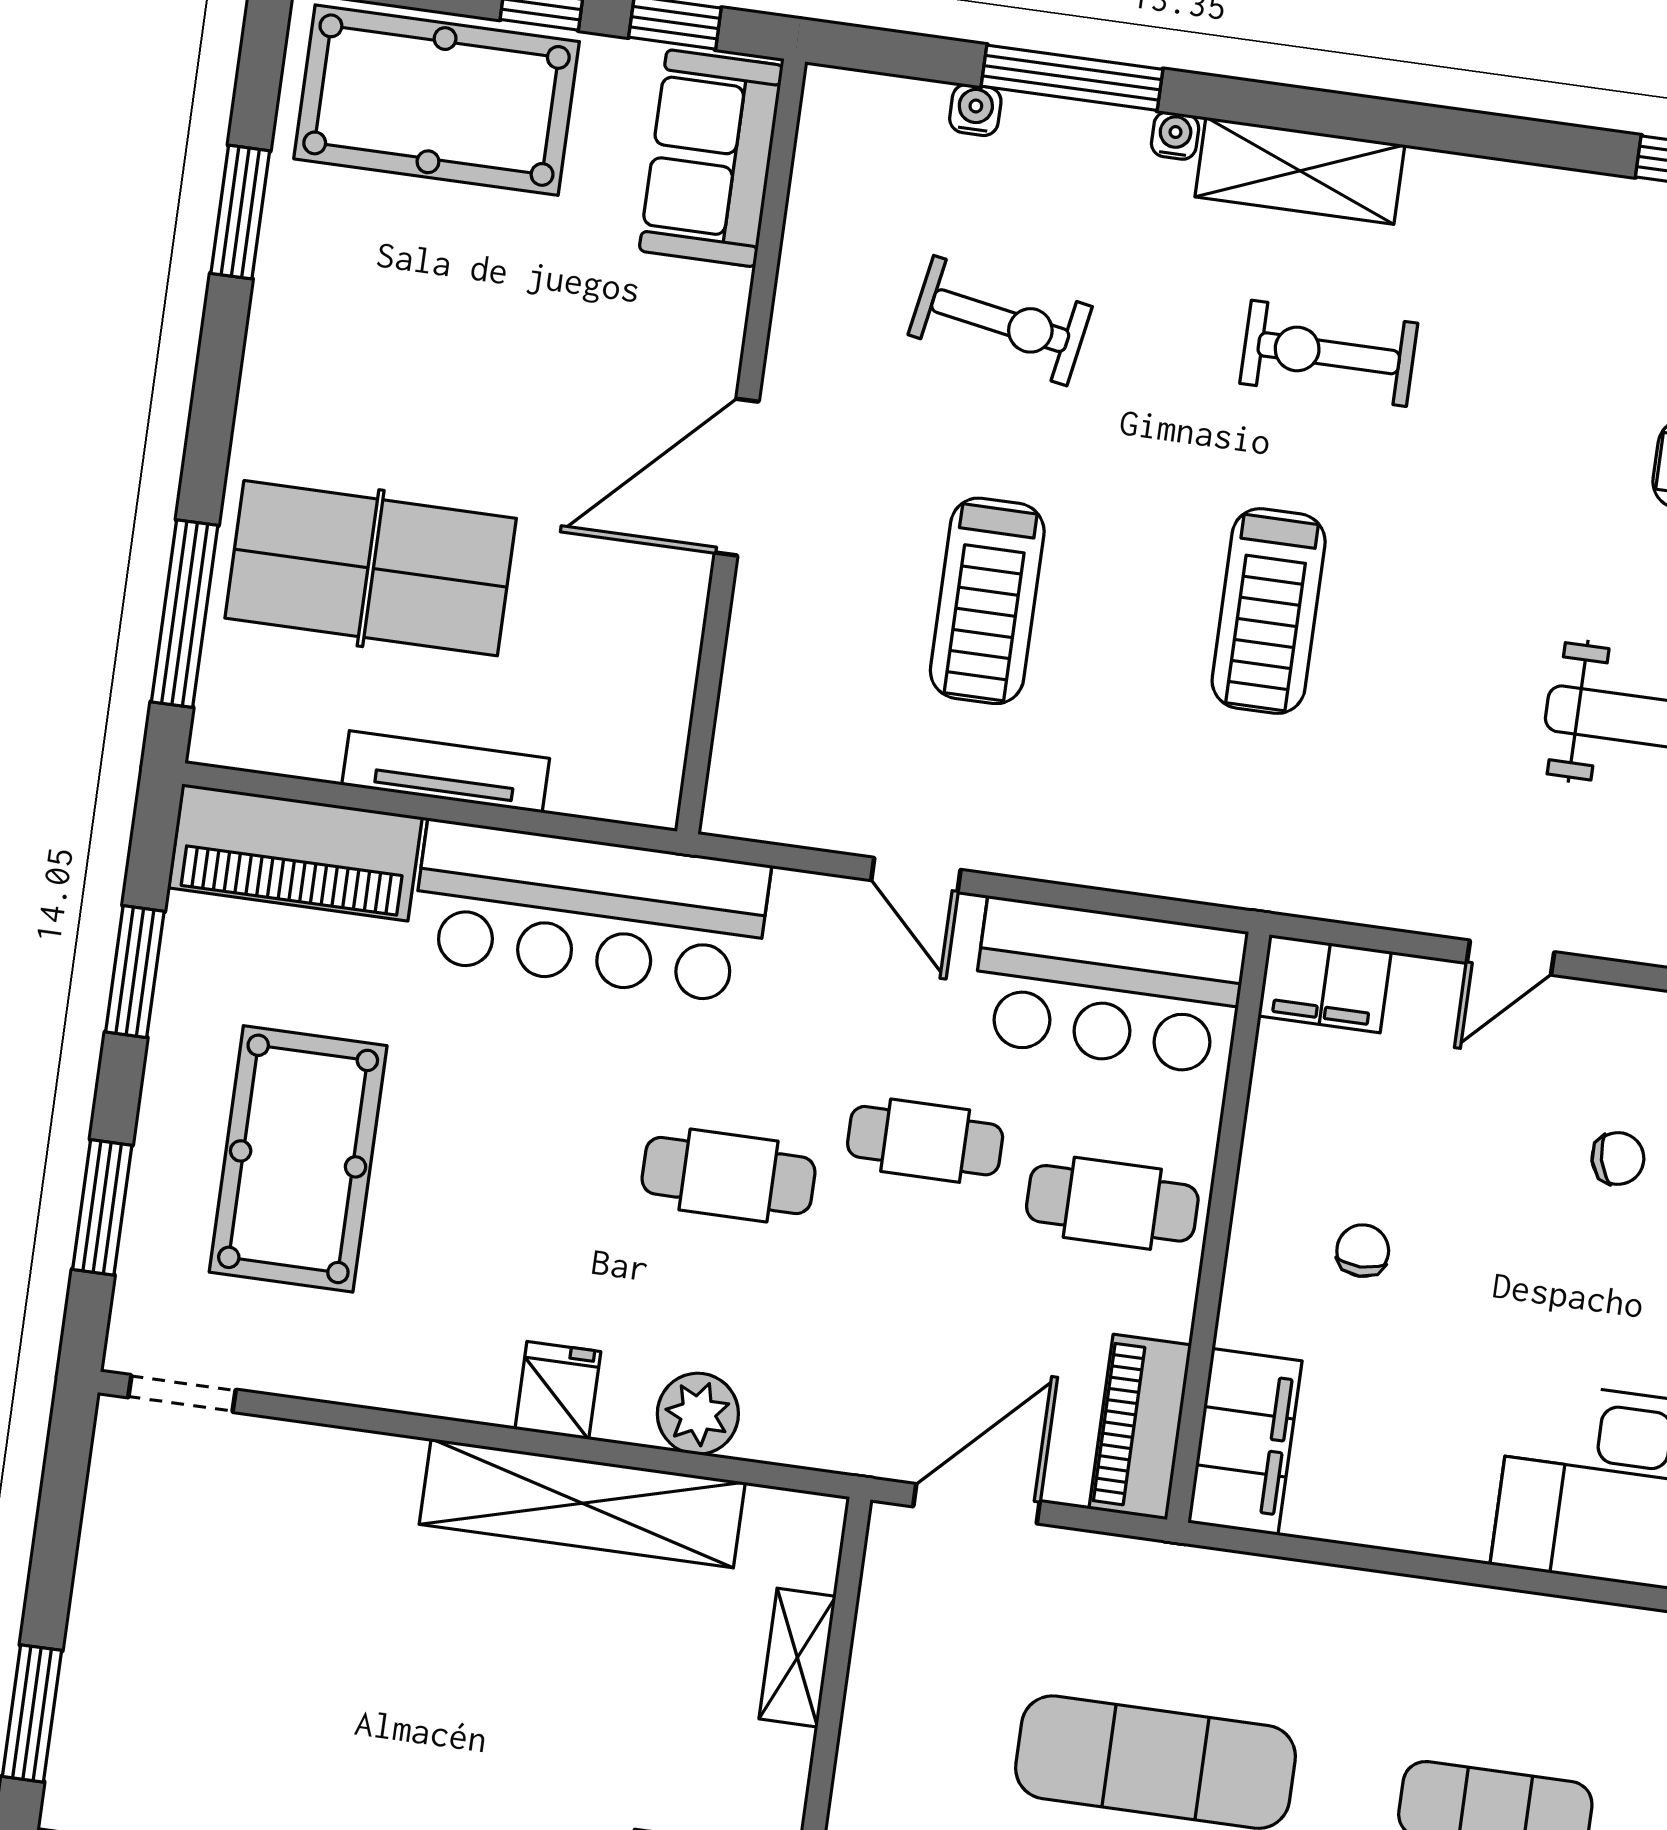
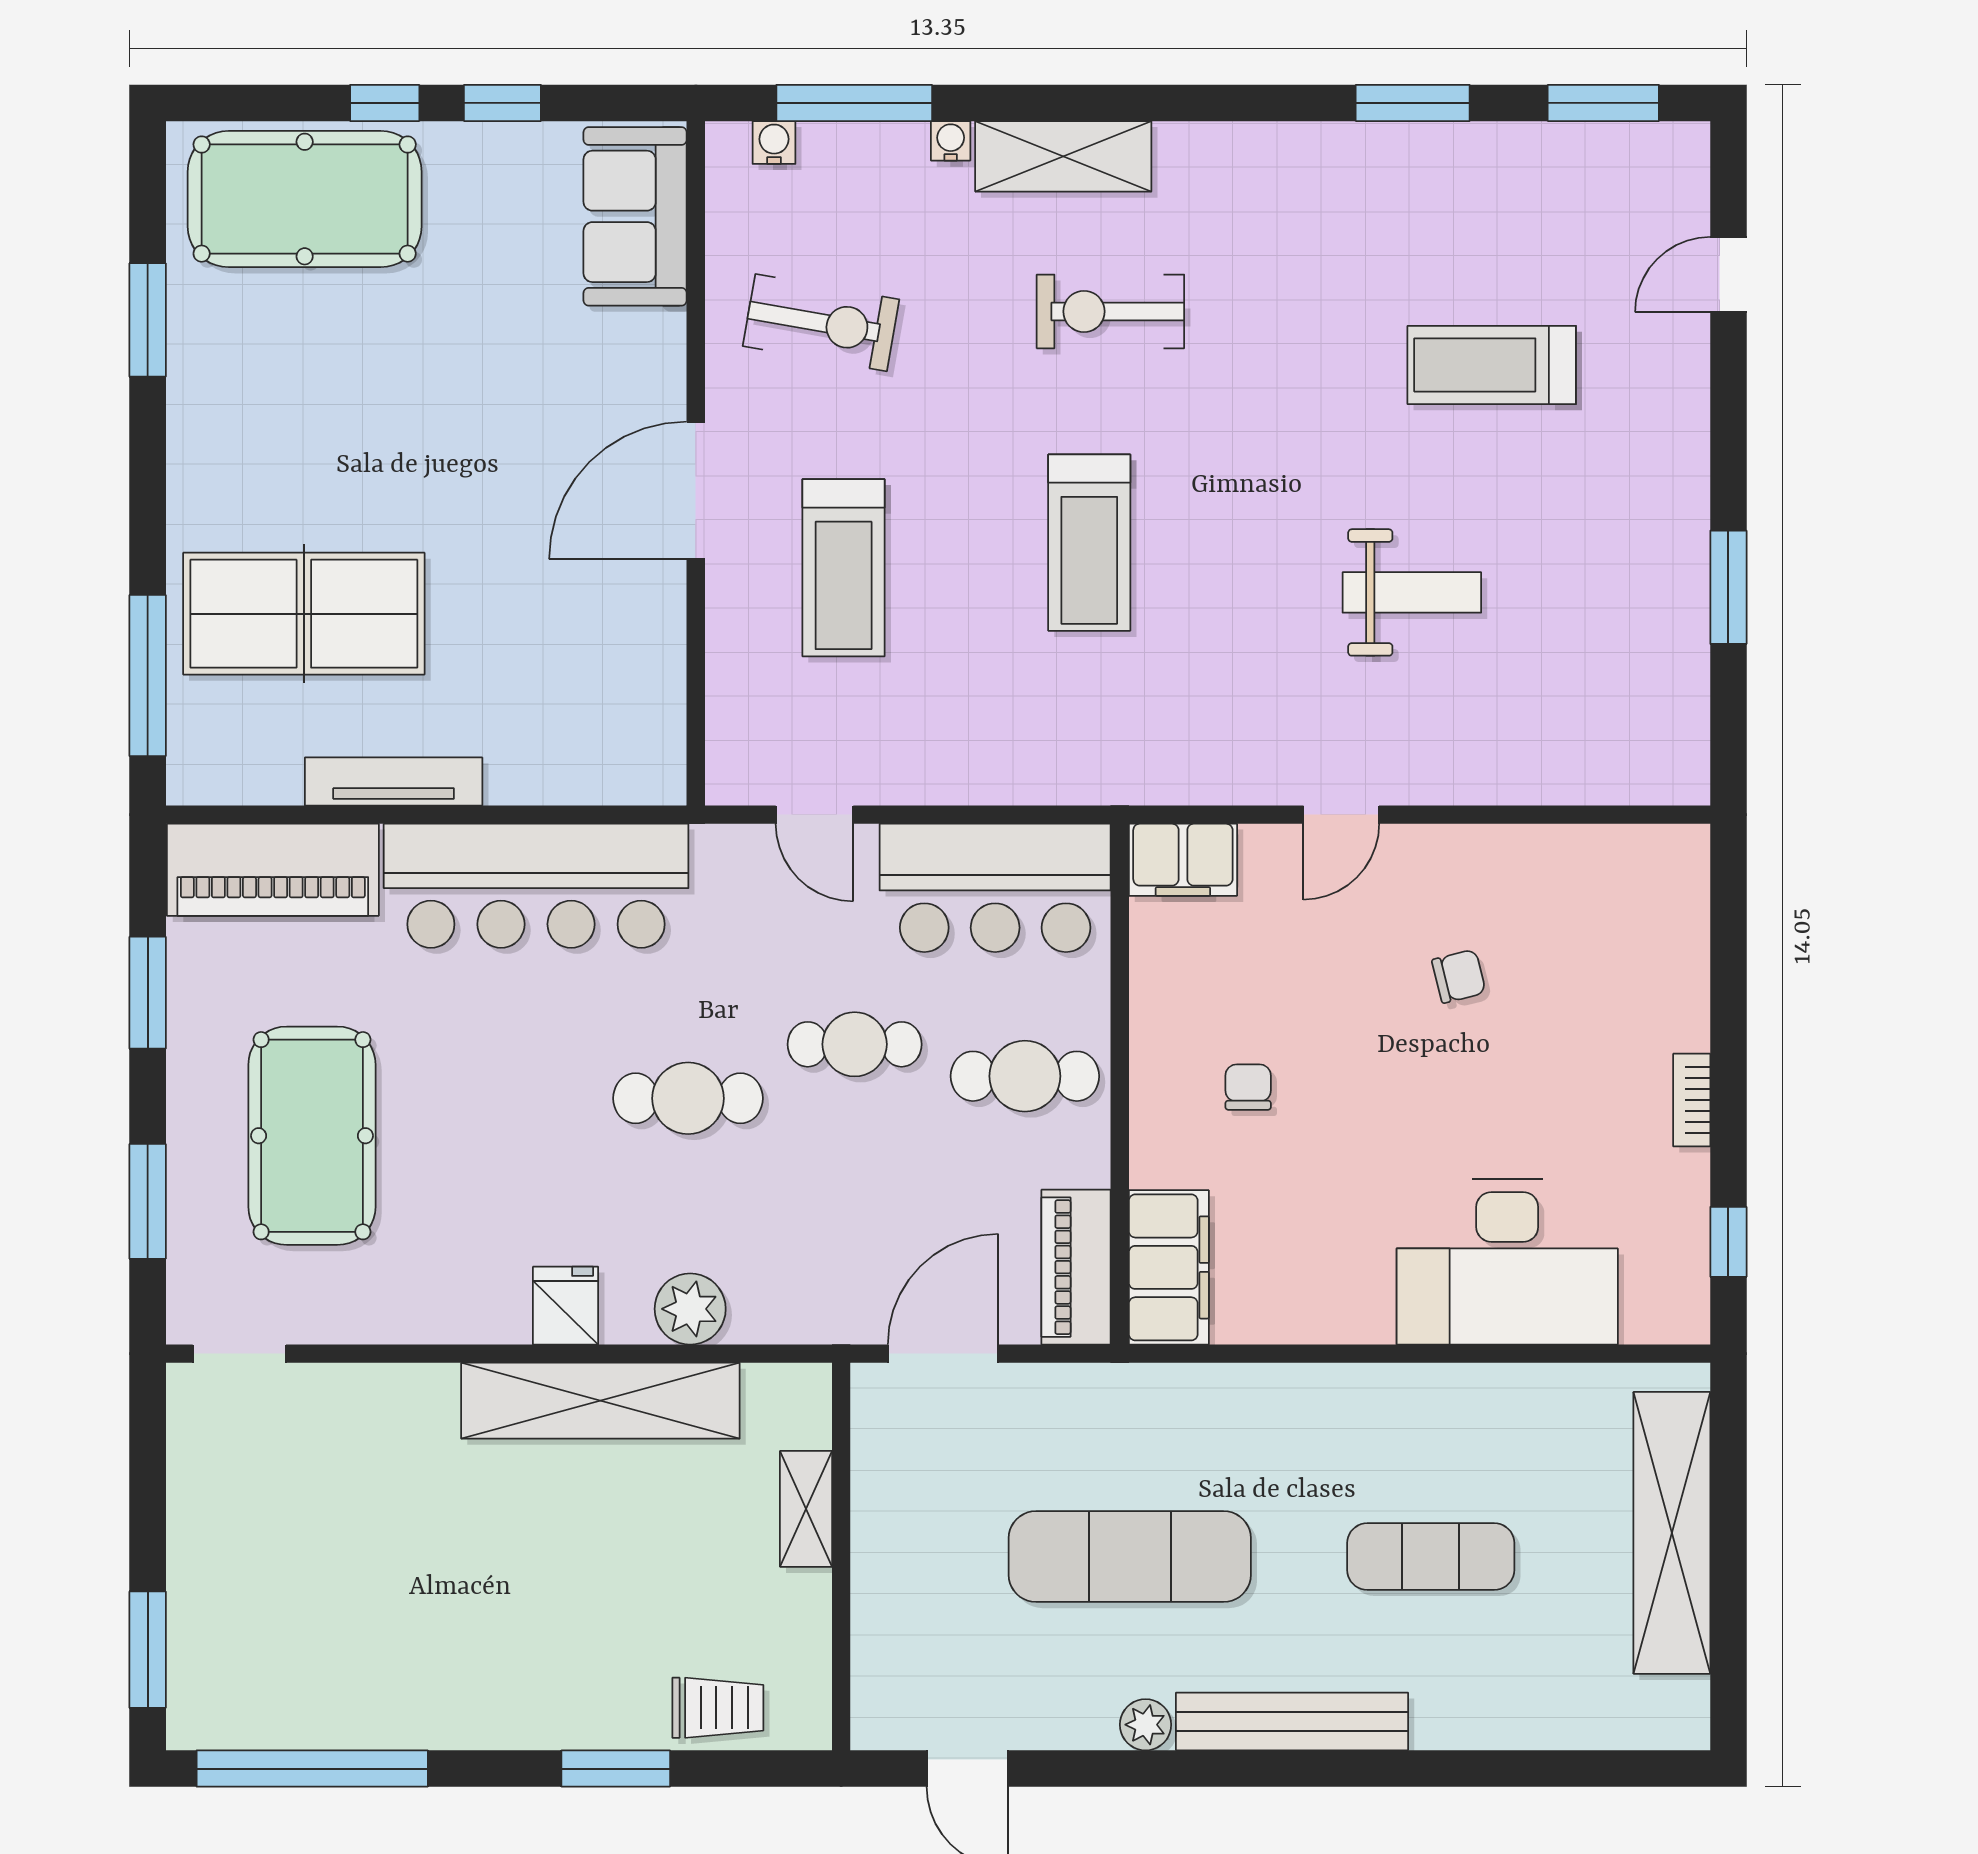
sofa: (711, 158) -> (635, 216), moved
wall: (741, 447) -> (696, 463), moved
door: (737, 477) -> (696, 490), moved

